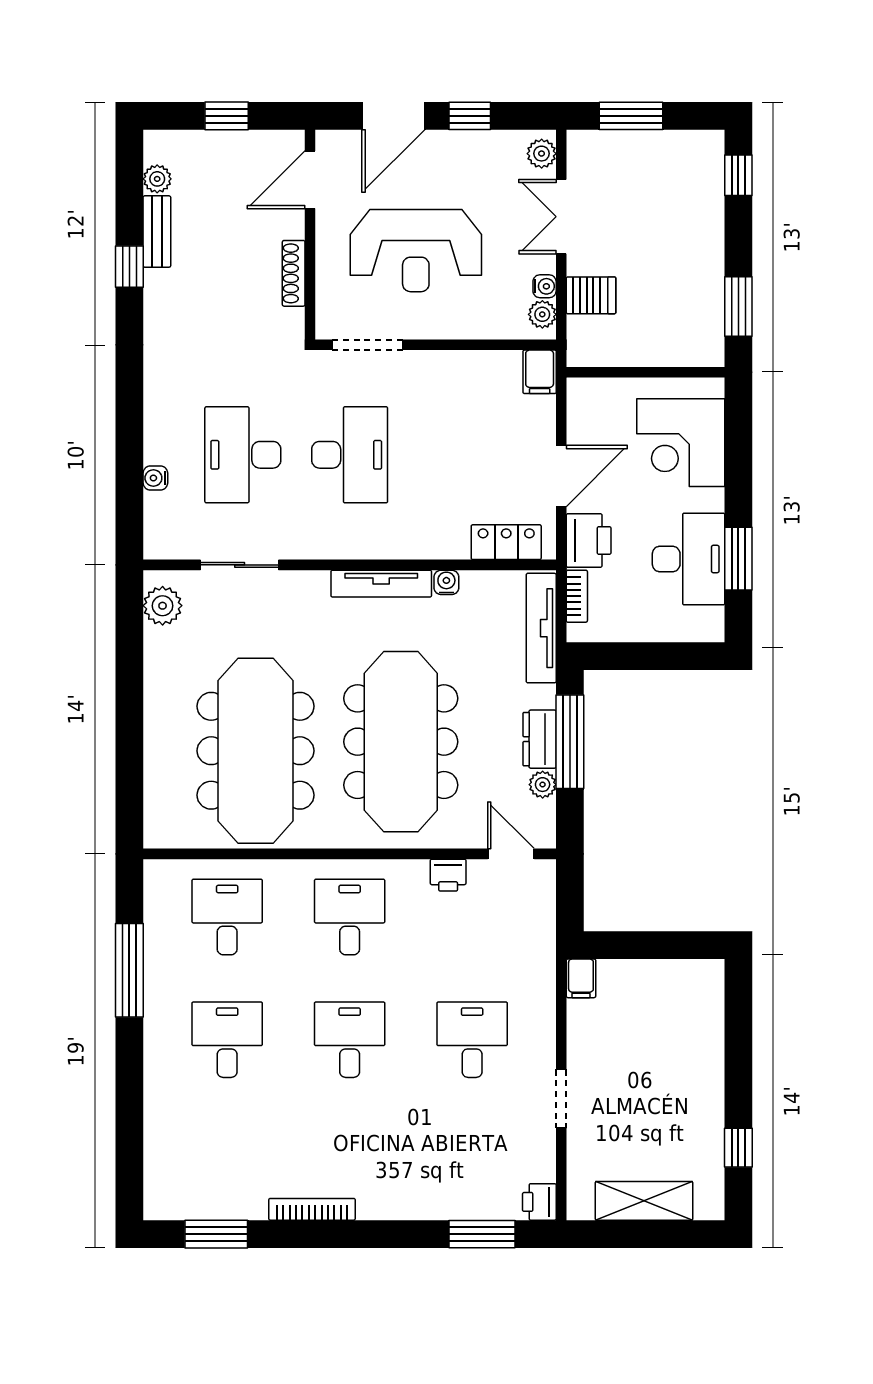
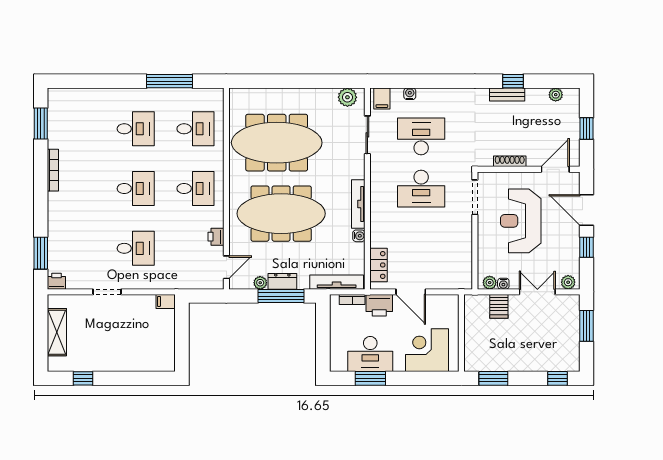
door: (310, 180) -> (555, 169), hinge flipped
bench: (157, 232) -> (507, 94), moved
filing cabinet: (540, 372) -> (382, 99), moved, turned -90

